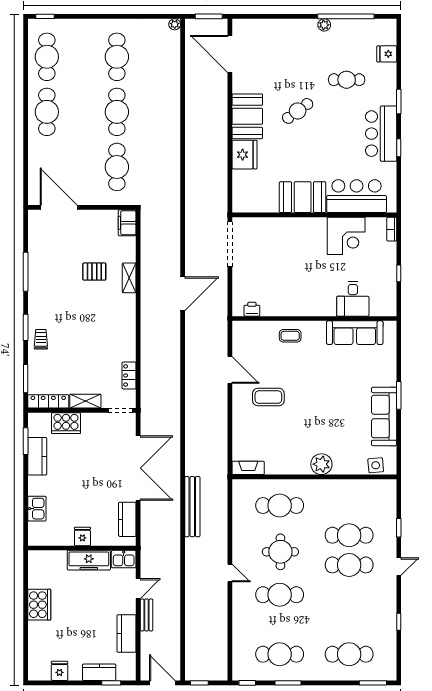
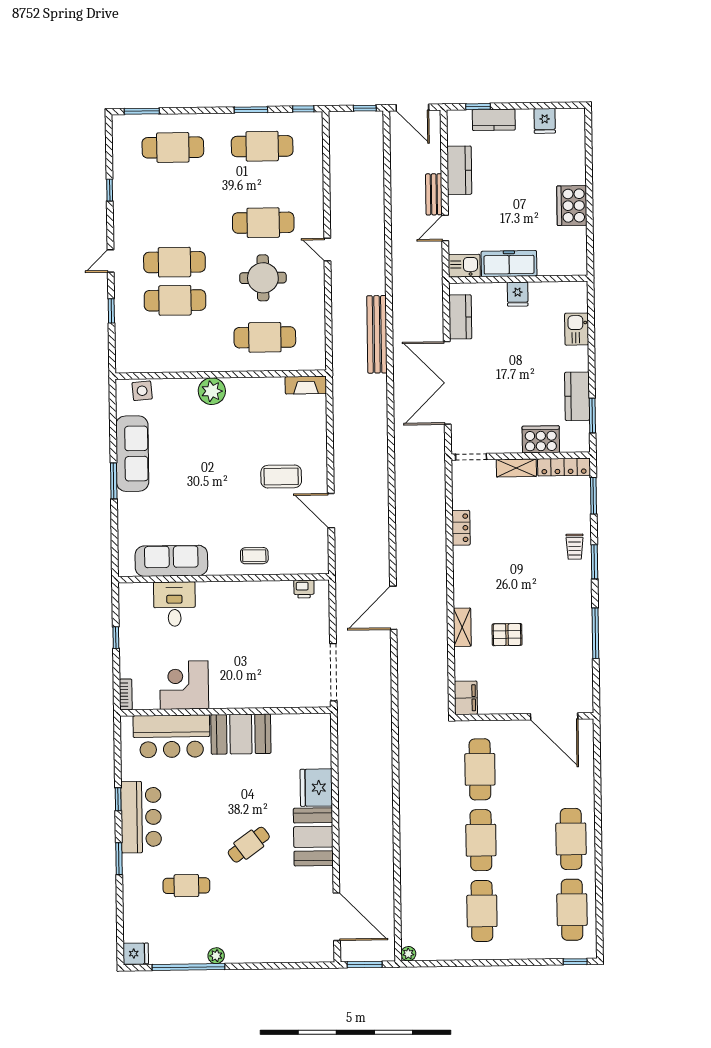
fridge: (387, 54) -> (136, 954), moved
locker: (129, 375) -> (461, 528), moved

